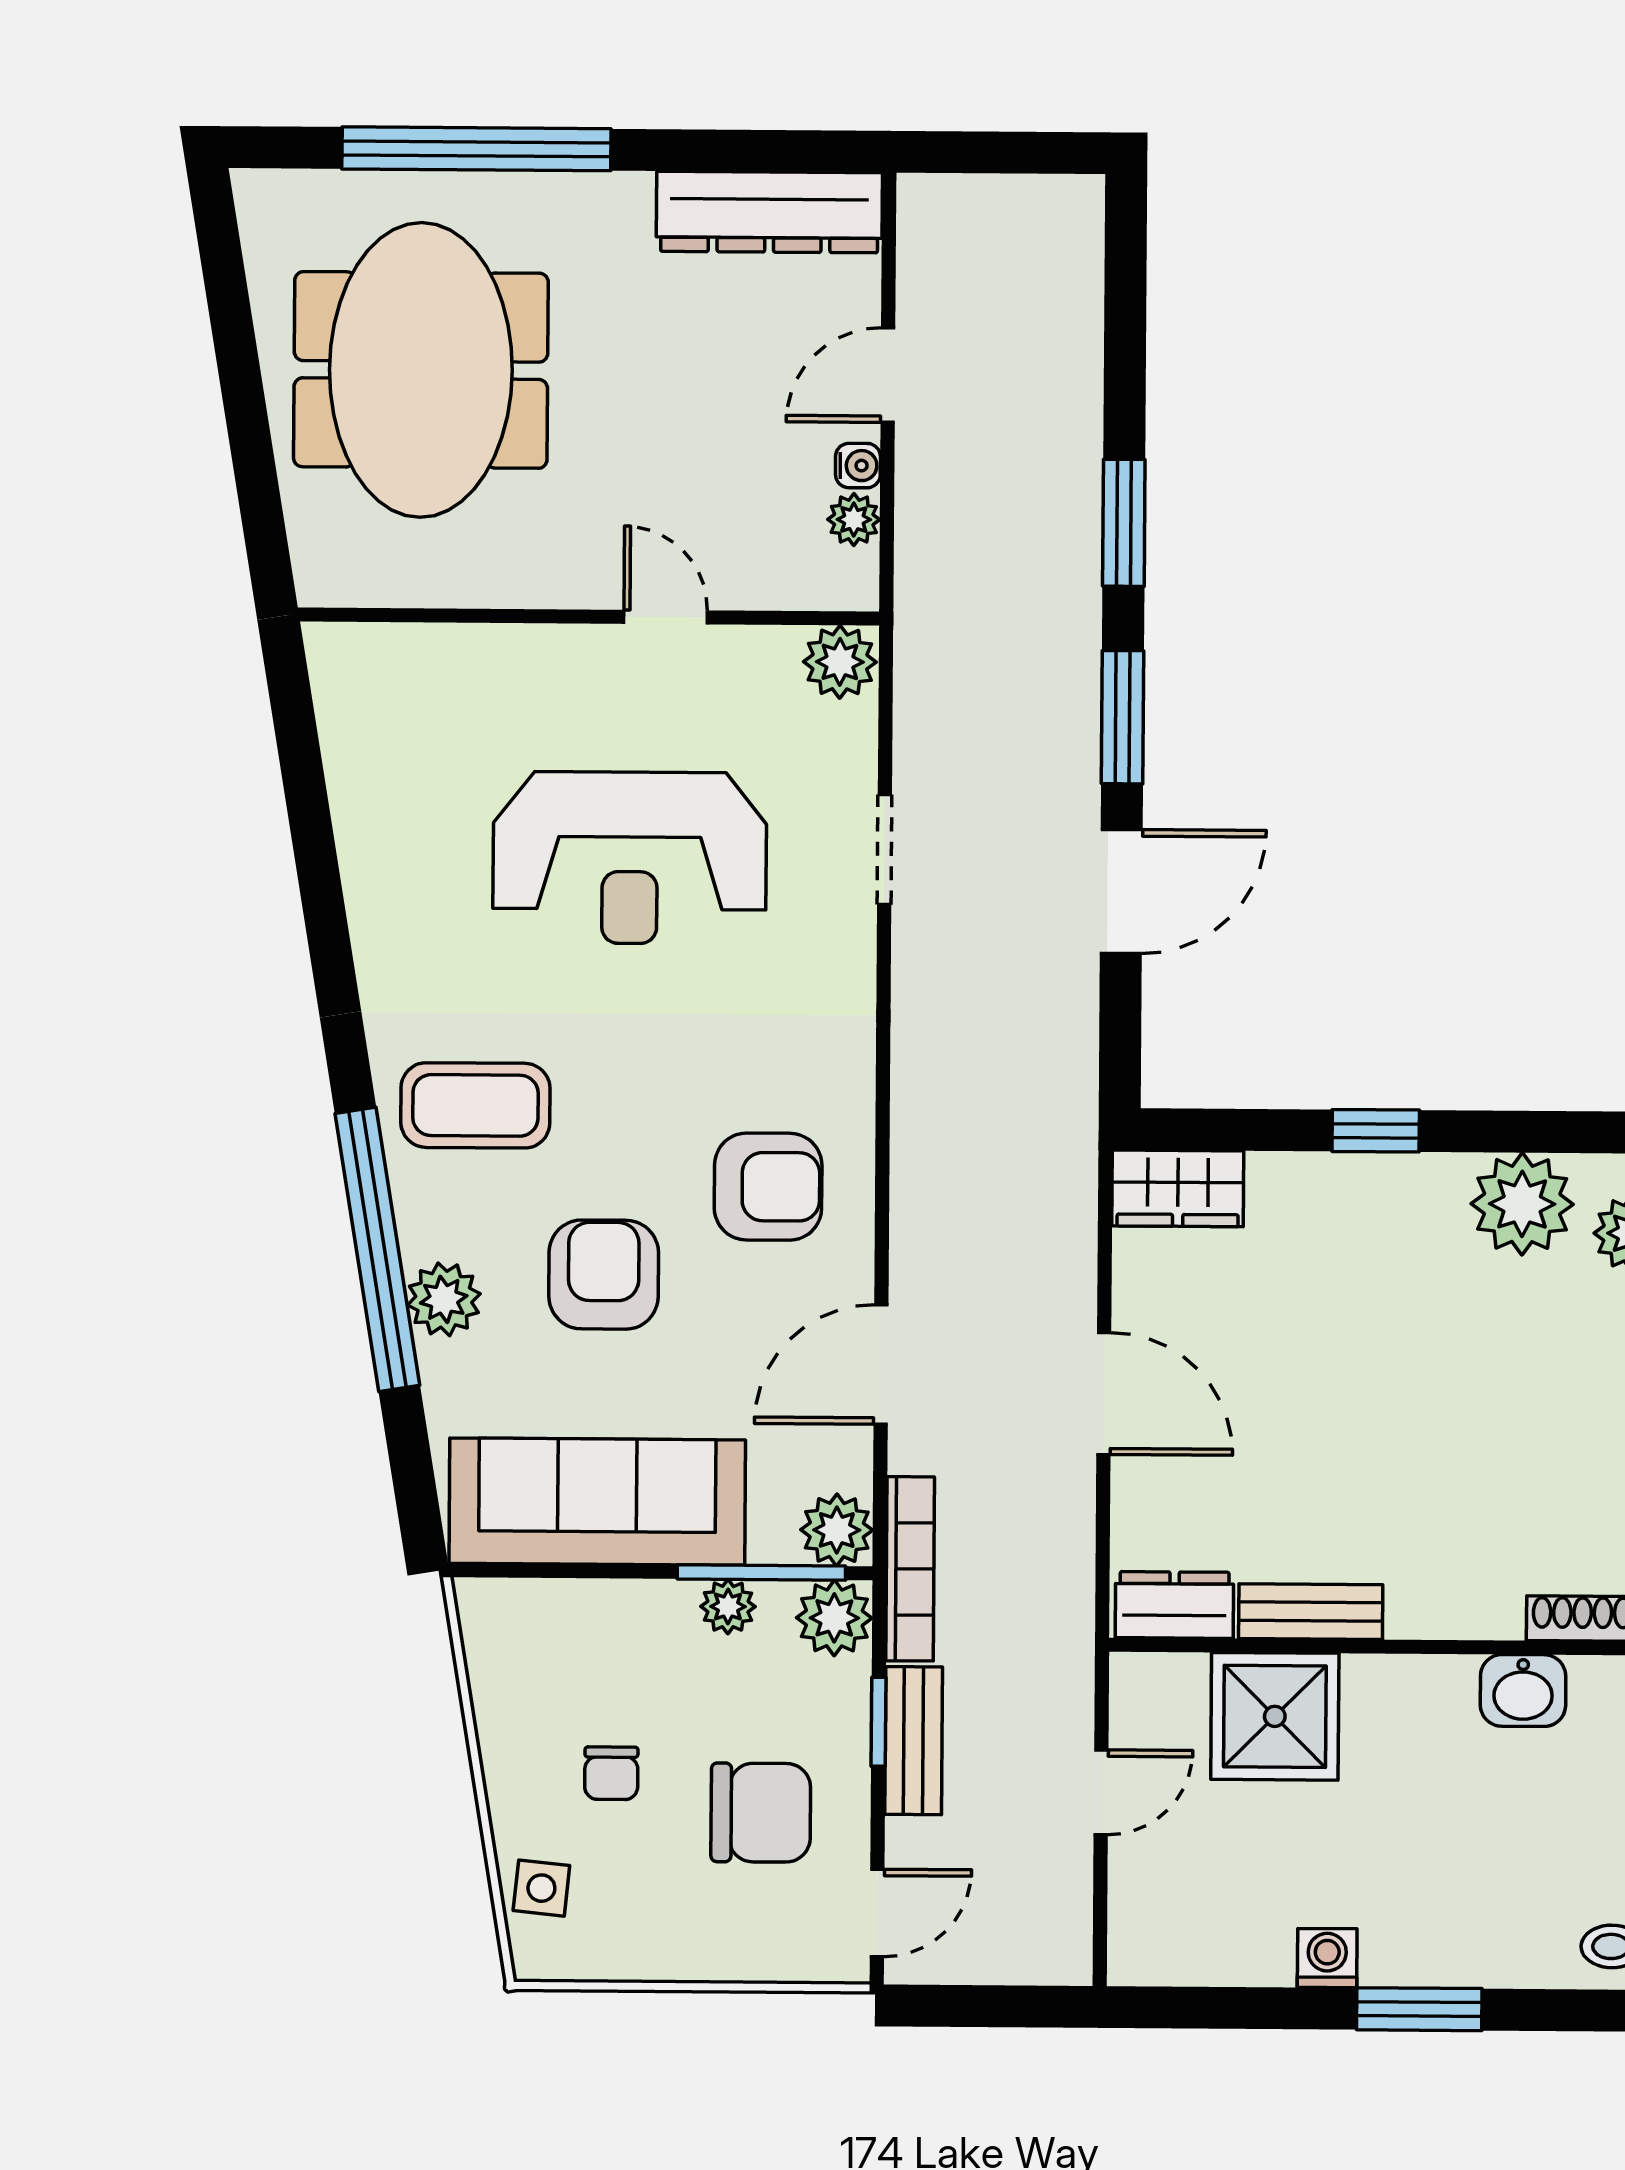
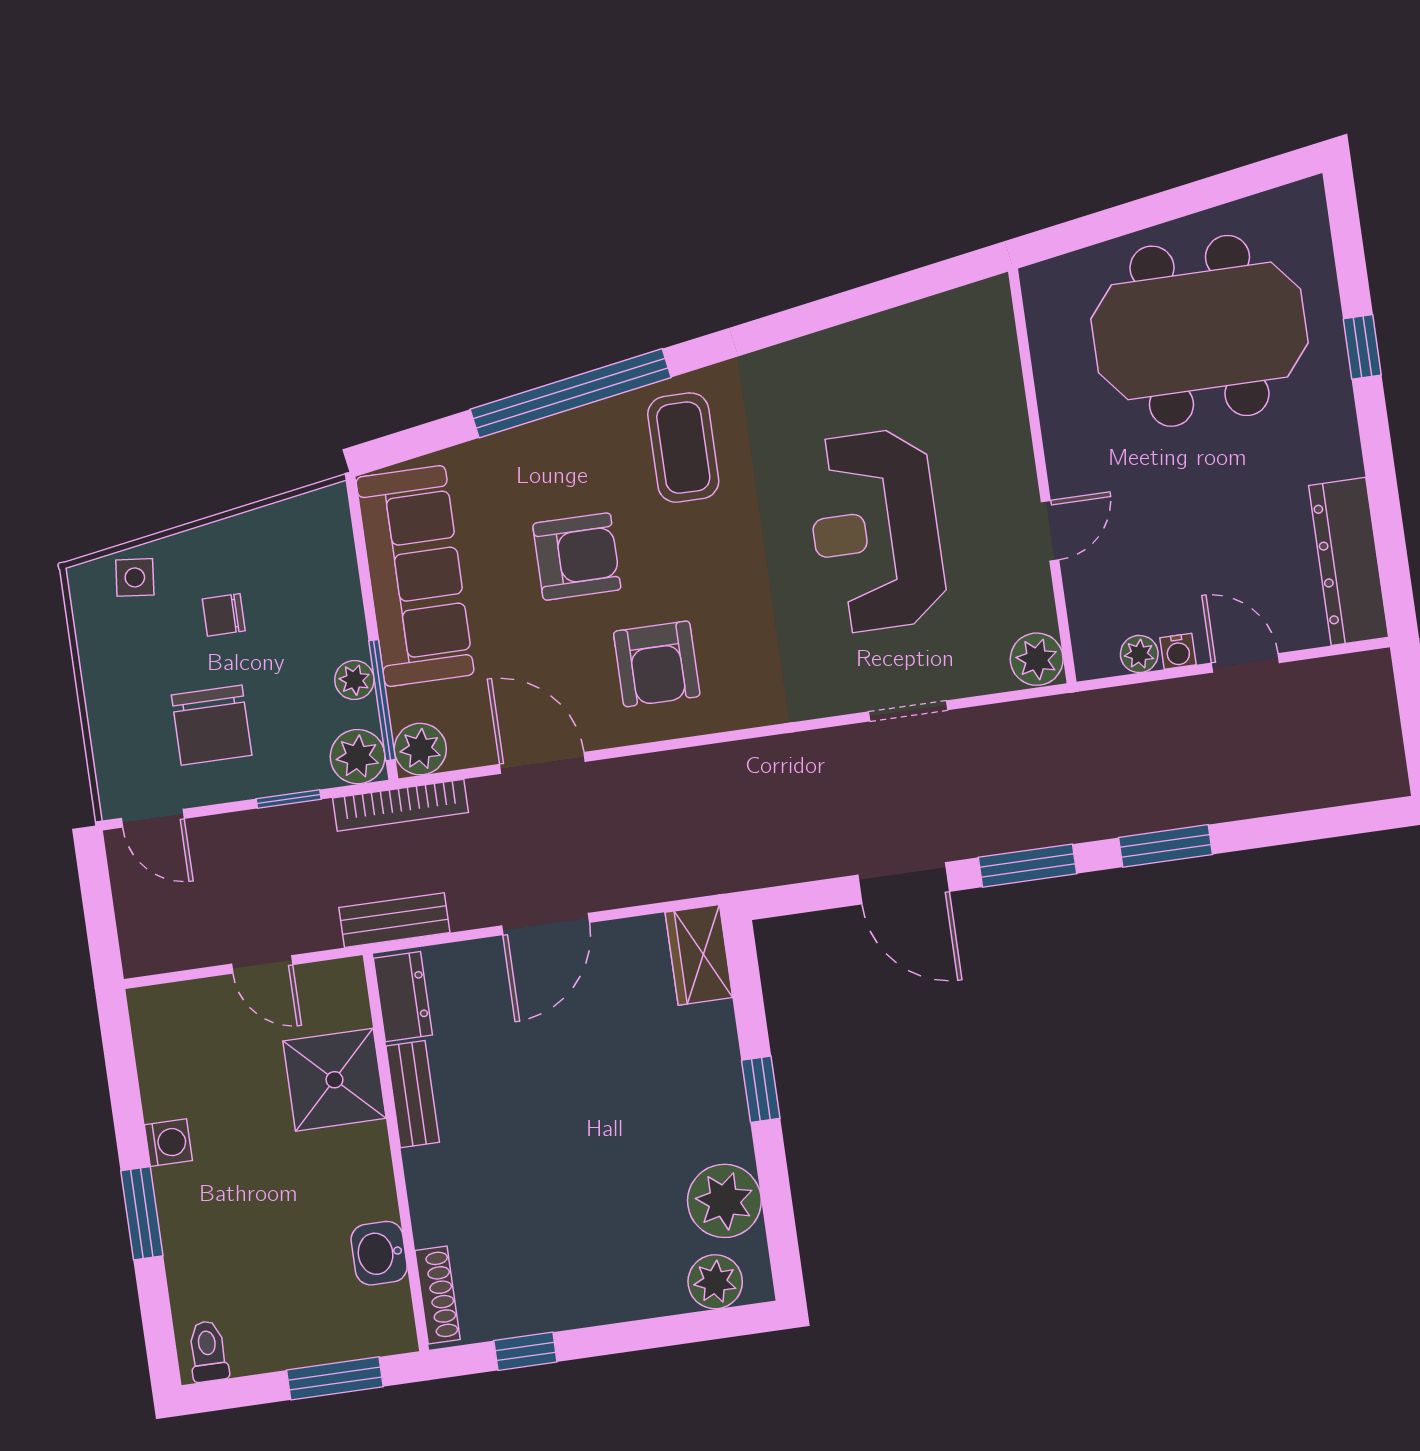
window: (476, 149) -> (1362, 347), width x0.32
plant: (444, 1299) -> (542, 446), removed
bench: (914, 1741) -> (394, 920), moved

